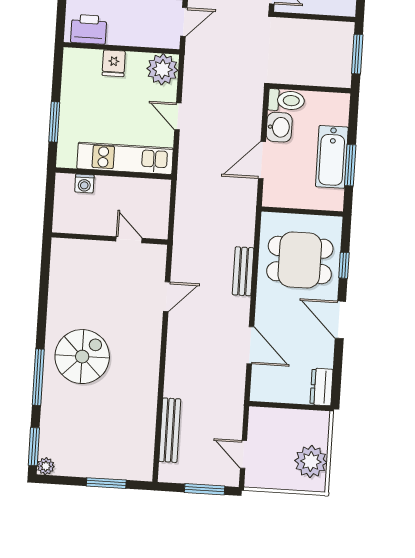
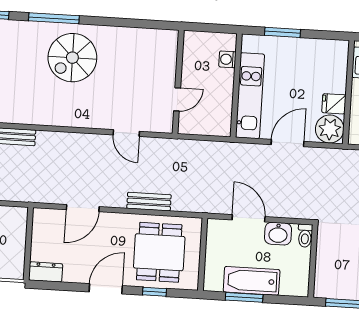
fridge: (114, 63) -> (334, 104), moved
toilet: (286, 100) -> (305, 236), width x0.73, depth x0.72
door: (178, 116) -> (288, 143), width x1.38
spiral stairs: (82, 357) -> (72, 58), turned 90

